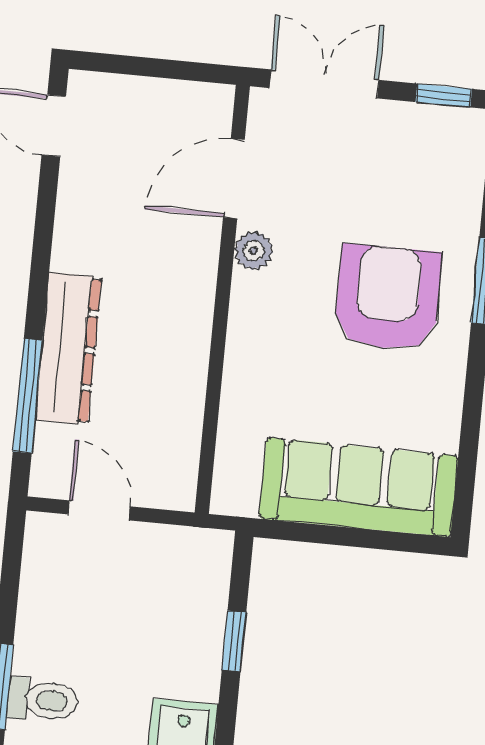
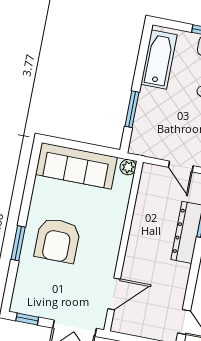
plant: (254, 251) -> (128, 167), moved
window: (234, 641) -> (132, 109), width x1.50

